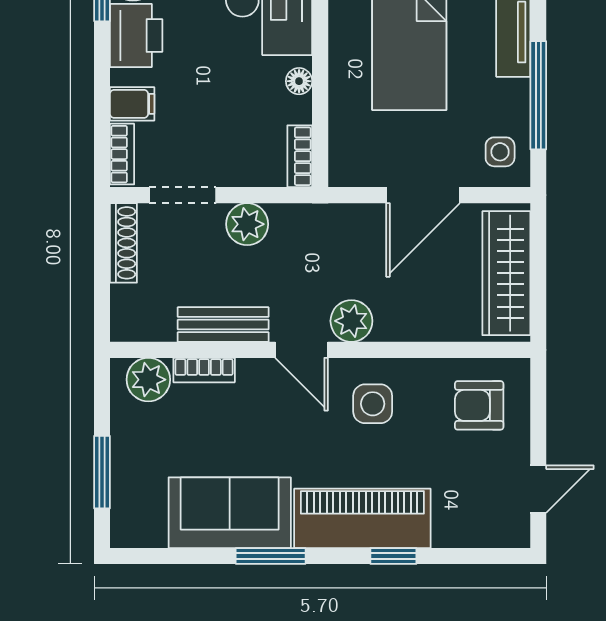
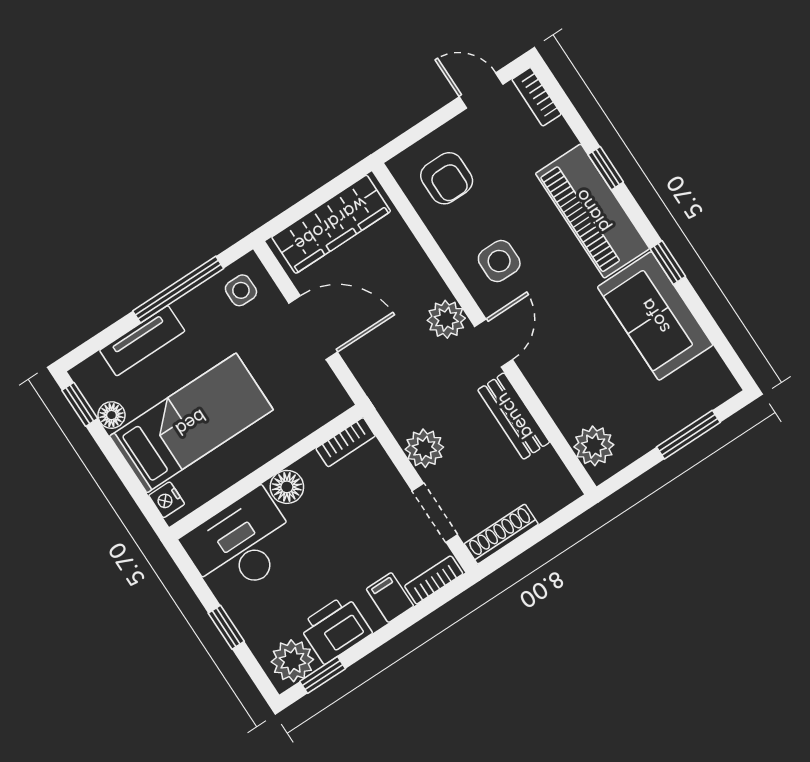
floor lamp: (299, 81) -> (287, 487), width x1.37, depth x1.37
bookcase: (204, 370) -> (537, 97), moved, turned 180
window: (271, 556) -> (668, 263), width x0.67

